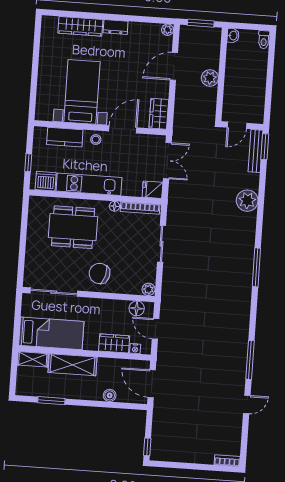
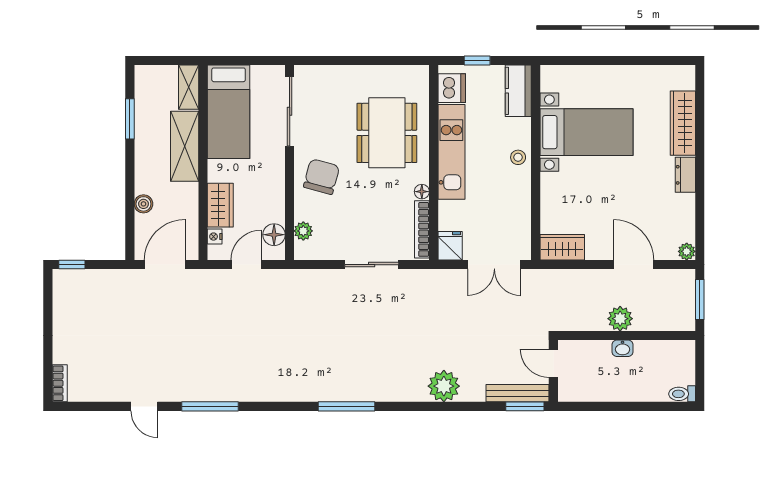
washbasin: (233, 36) -> (623, 348), moved
door: (123, 129) -> (536, 196), removed
kitchen counter: (65, 137) -> (518, 91), moved
plant: (148, 289) -> (303, 231), moved

